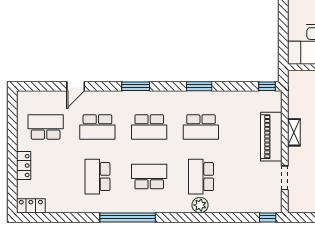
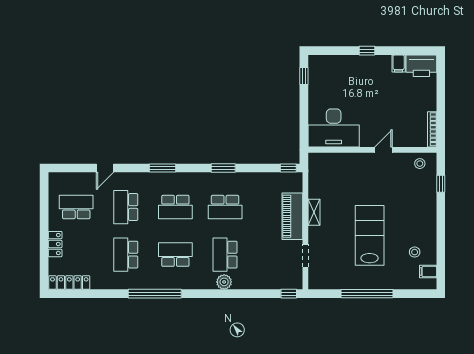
school desk: (97, 127) -> (126, 207), turned 90
locker: (31, 206) -> (69, 283), width x1.53

